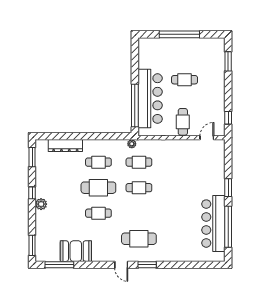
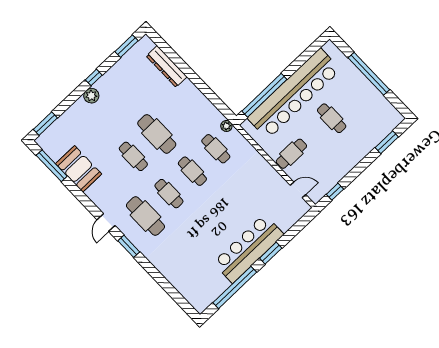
bar counter: (150, 99) -> (294, 94), width x1.36
cafe table: (98, 162) -> (169, 194), moved
bar counter: (213, 224) -> (248, 249), moved

